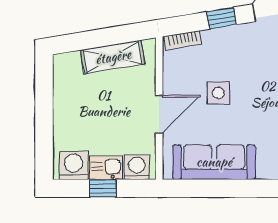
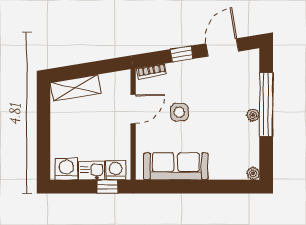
shelving: (113, 57) -> (76, 88), moved
door: (159, 114) -> (133, 109), moved
window: (103, 188) -> (107, 187), moved

